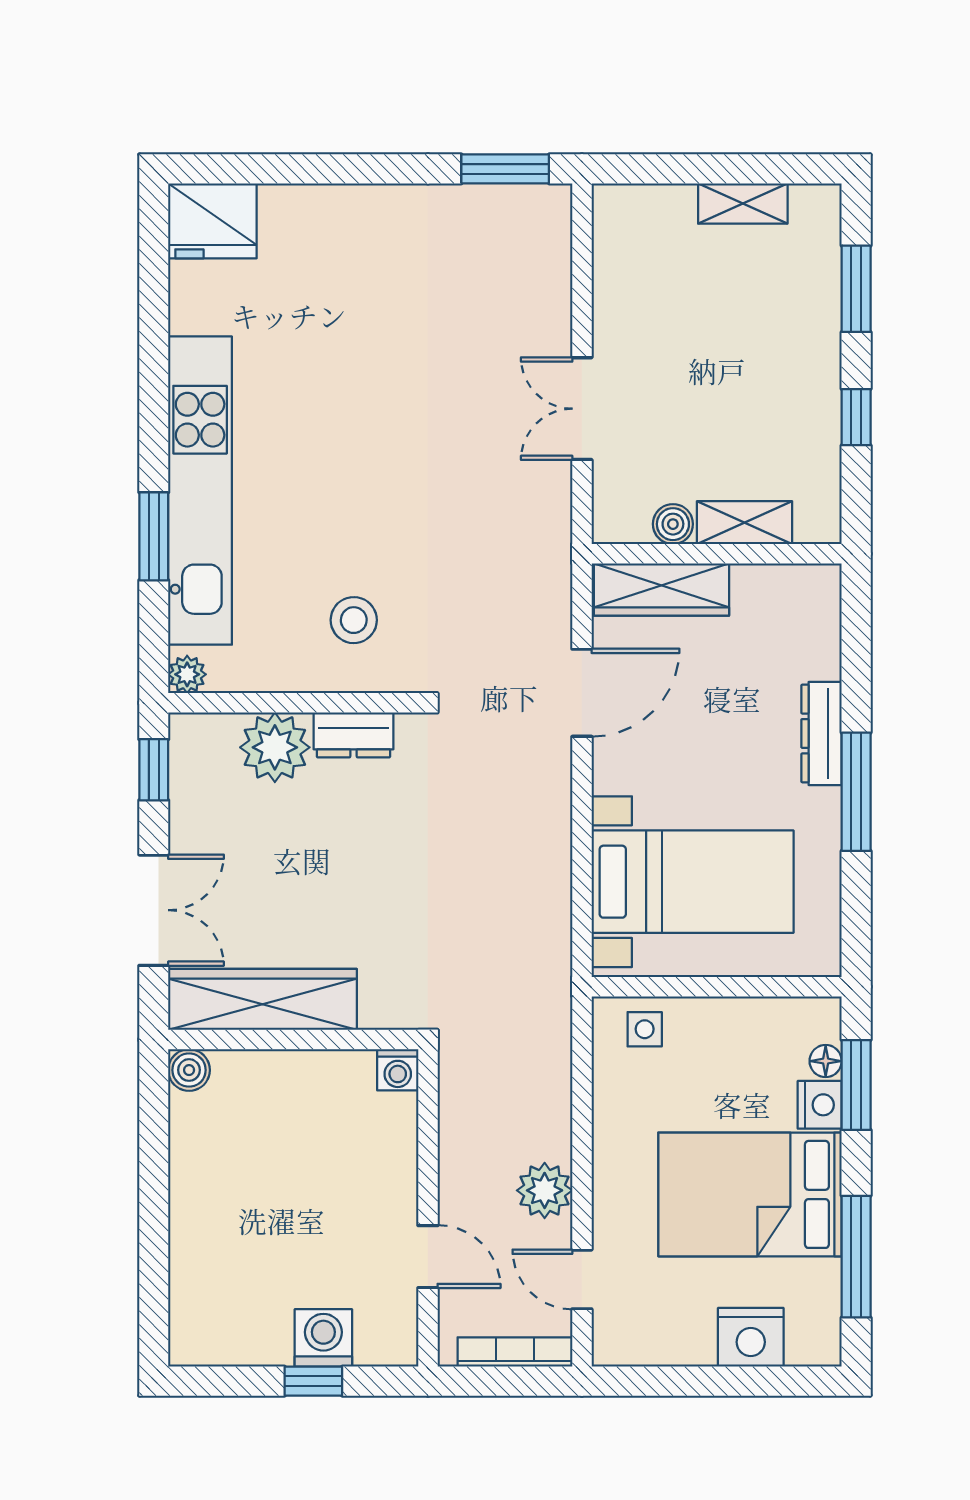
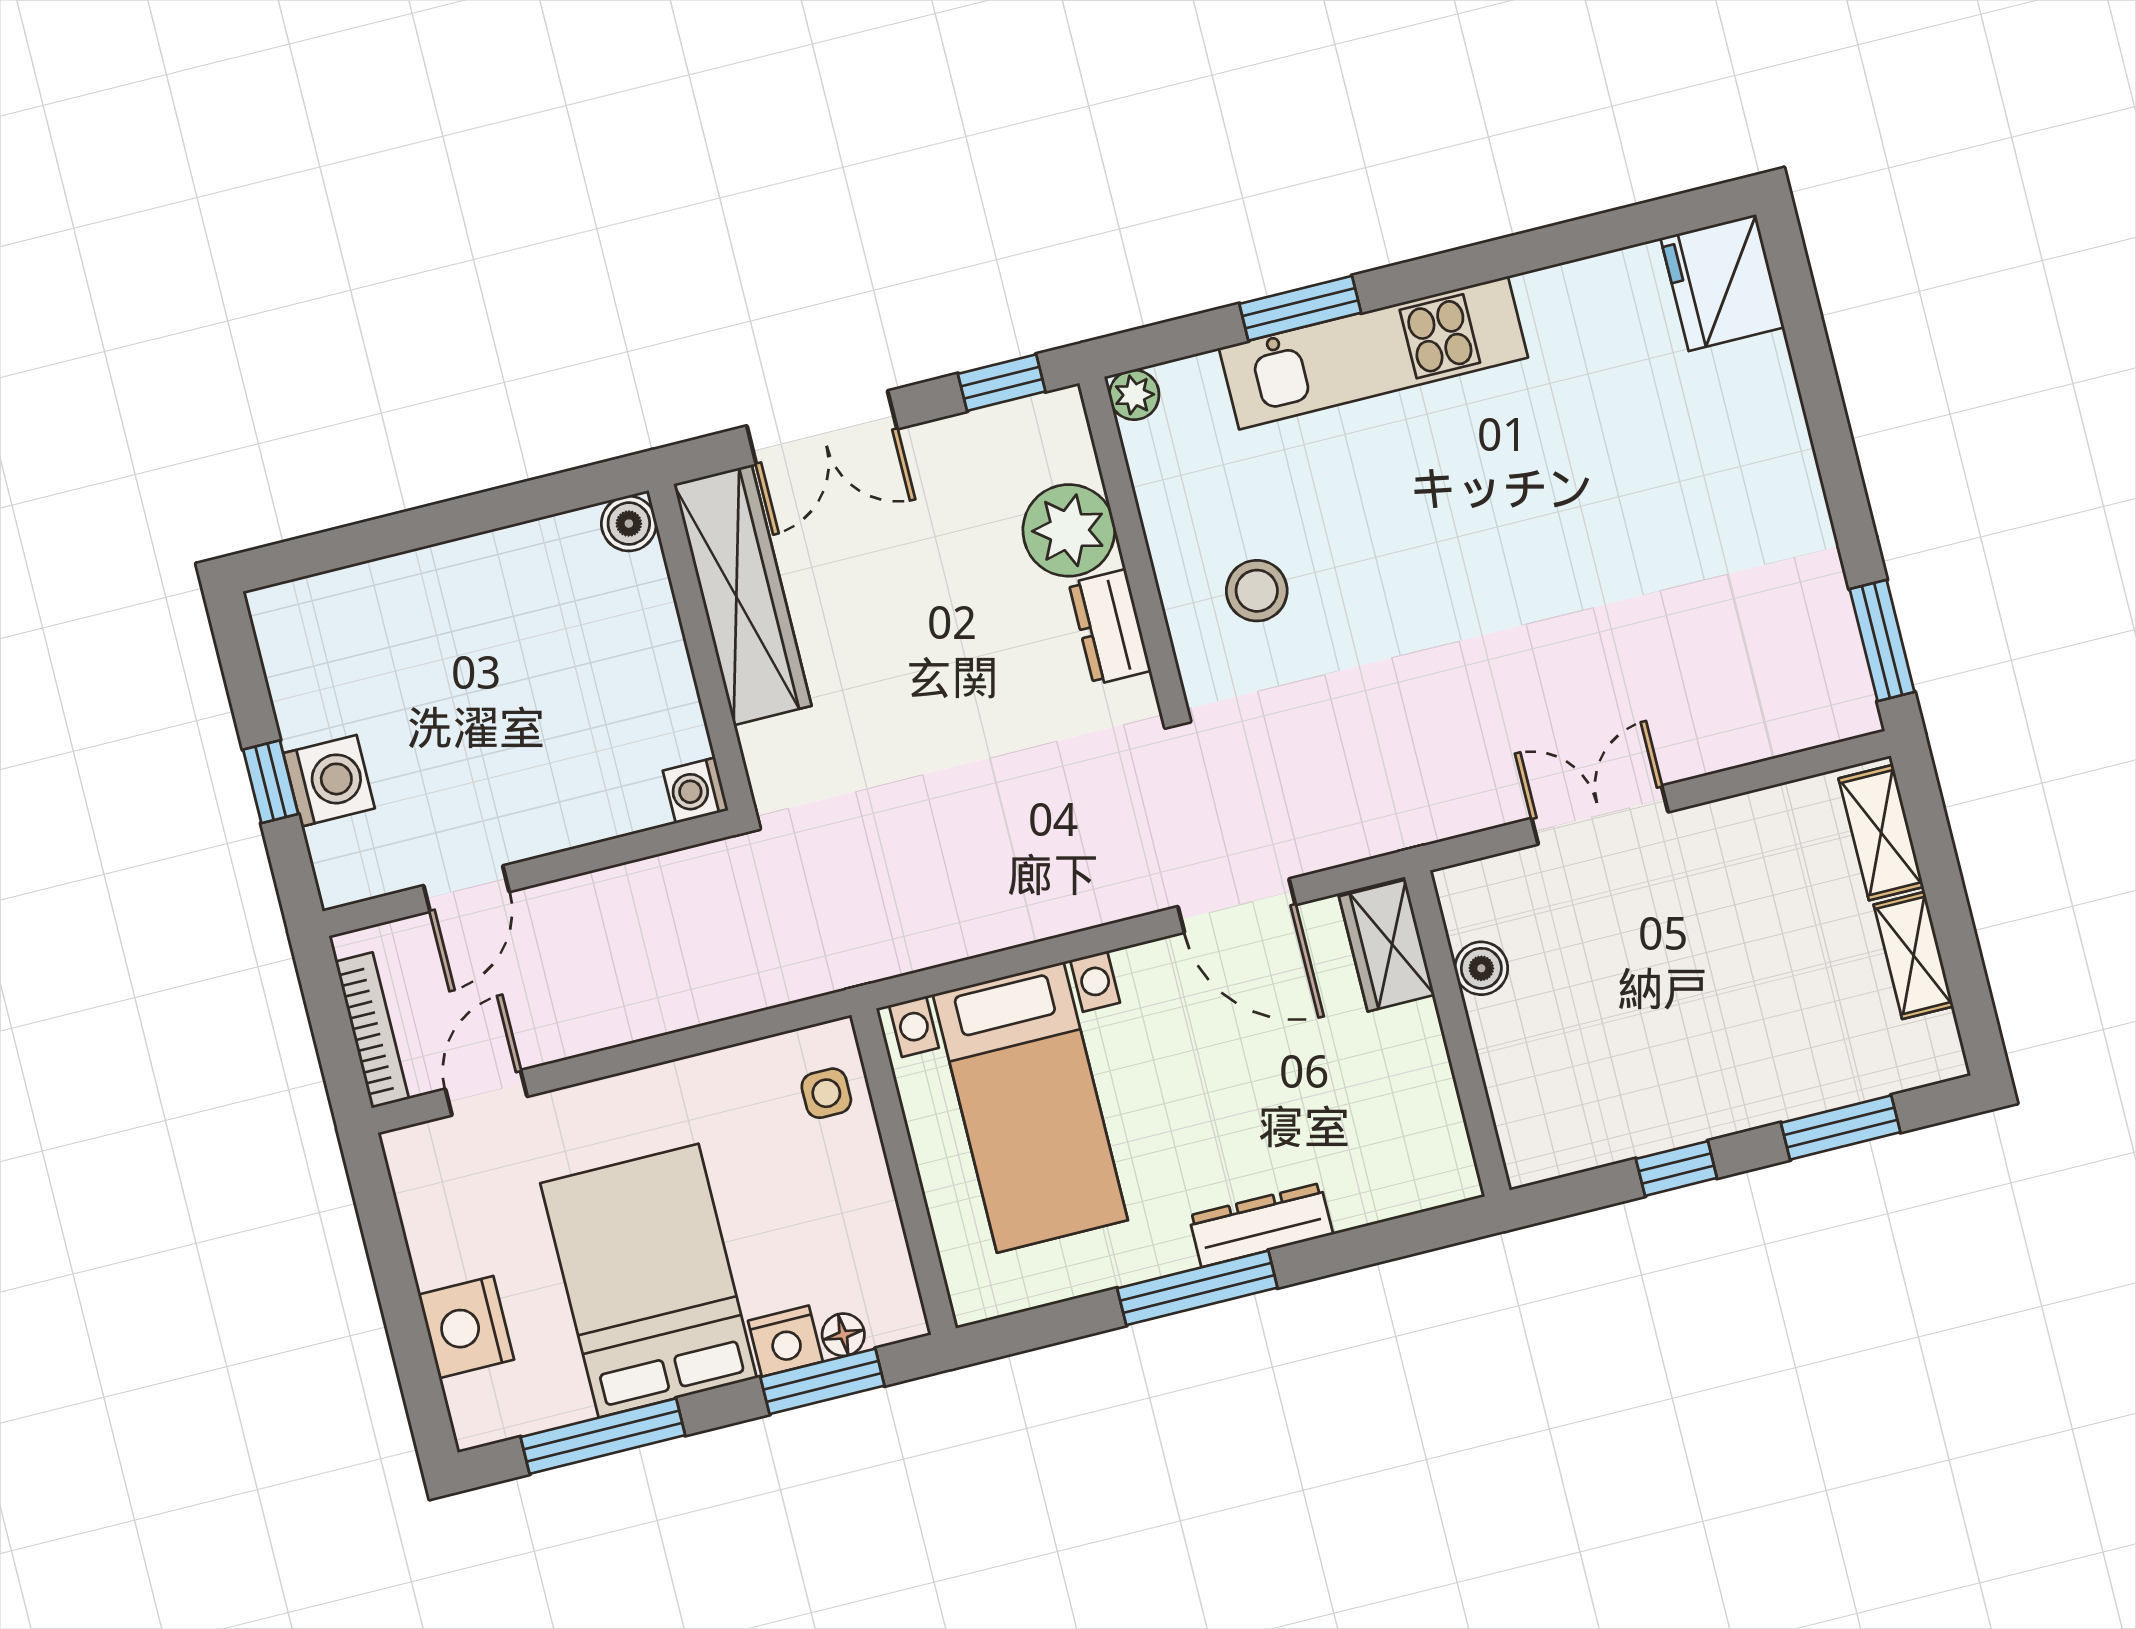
kitchen unit: (200, 491) -> (1373, 353), width x0.73
shelving: (745, 523) -> (1881, 833), moved
wardrobe: (661, 590) -> (1387, 946), width x0.67
plant: (545, 1190) -> (588, 1017), removed

